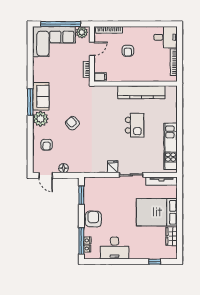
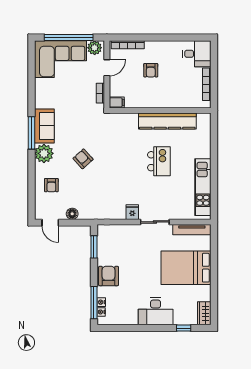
wardrobe: (172, 236) -> (204, 313), moved
desk: (115, 248) -> (156, 311), moved

